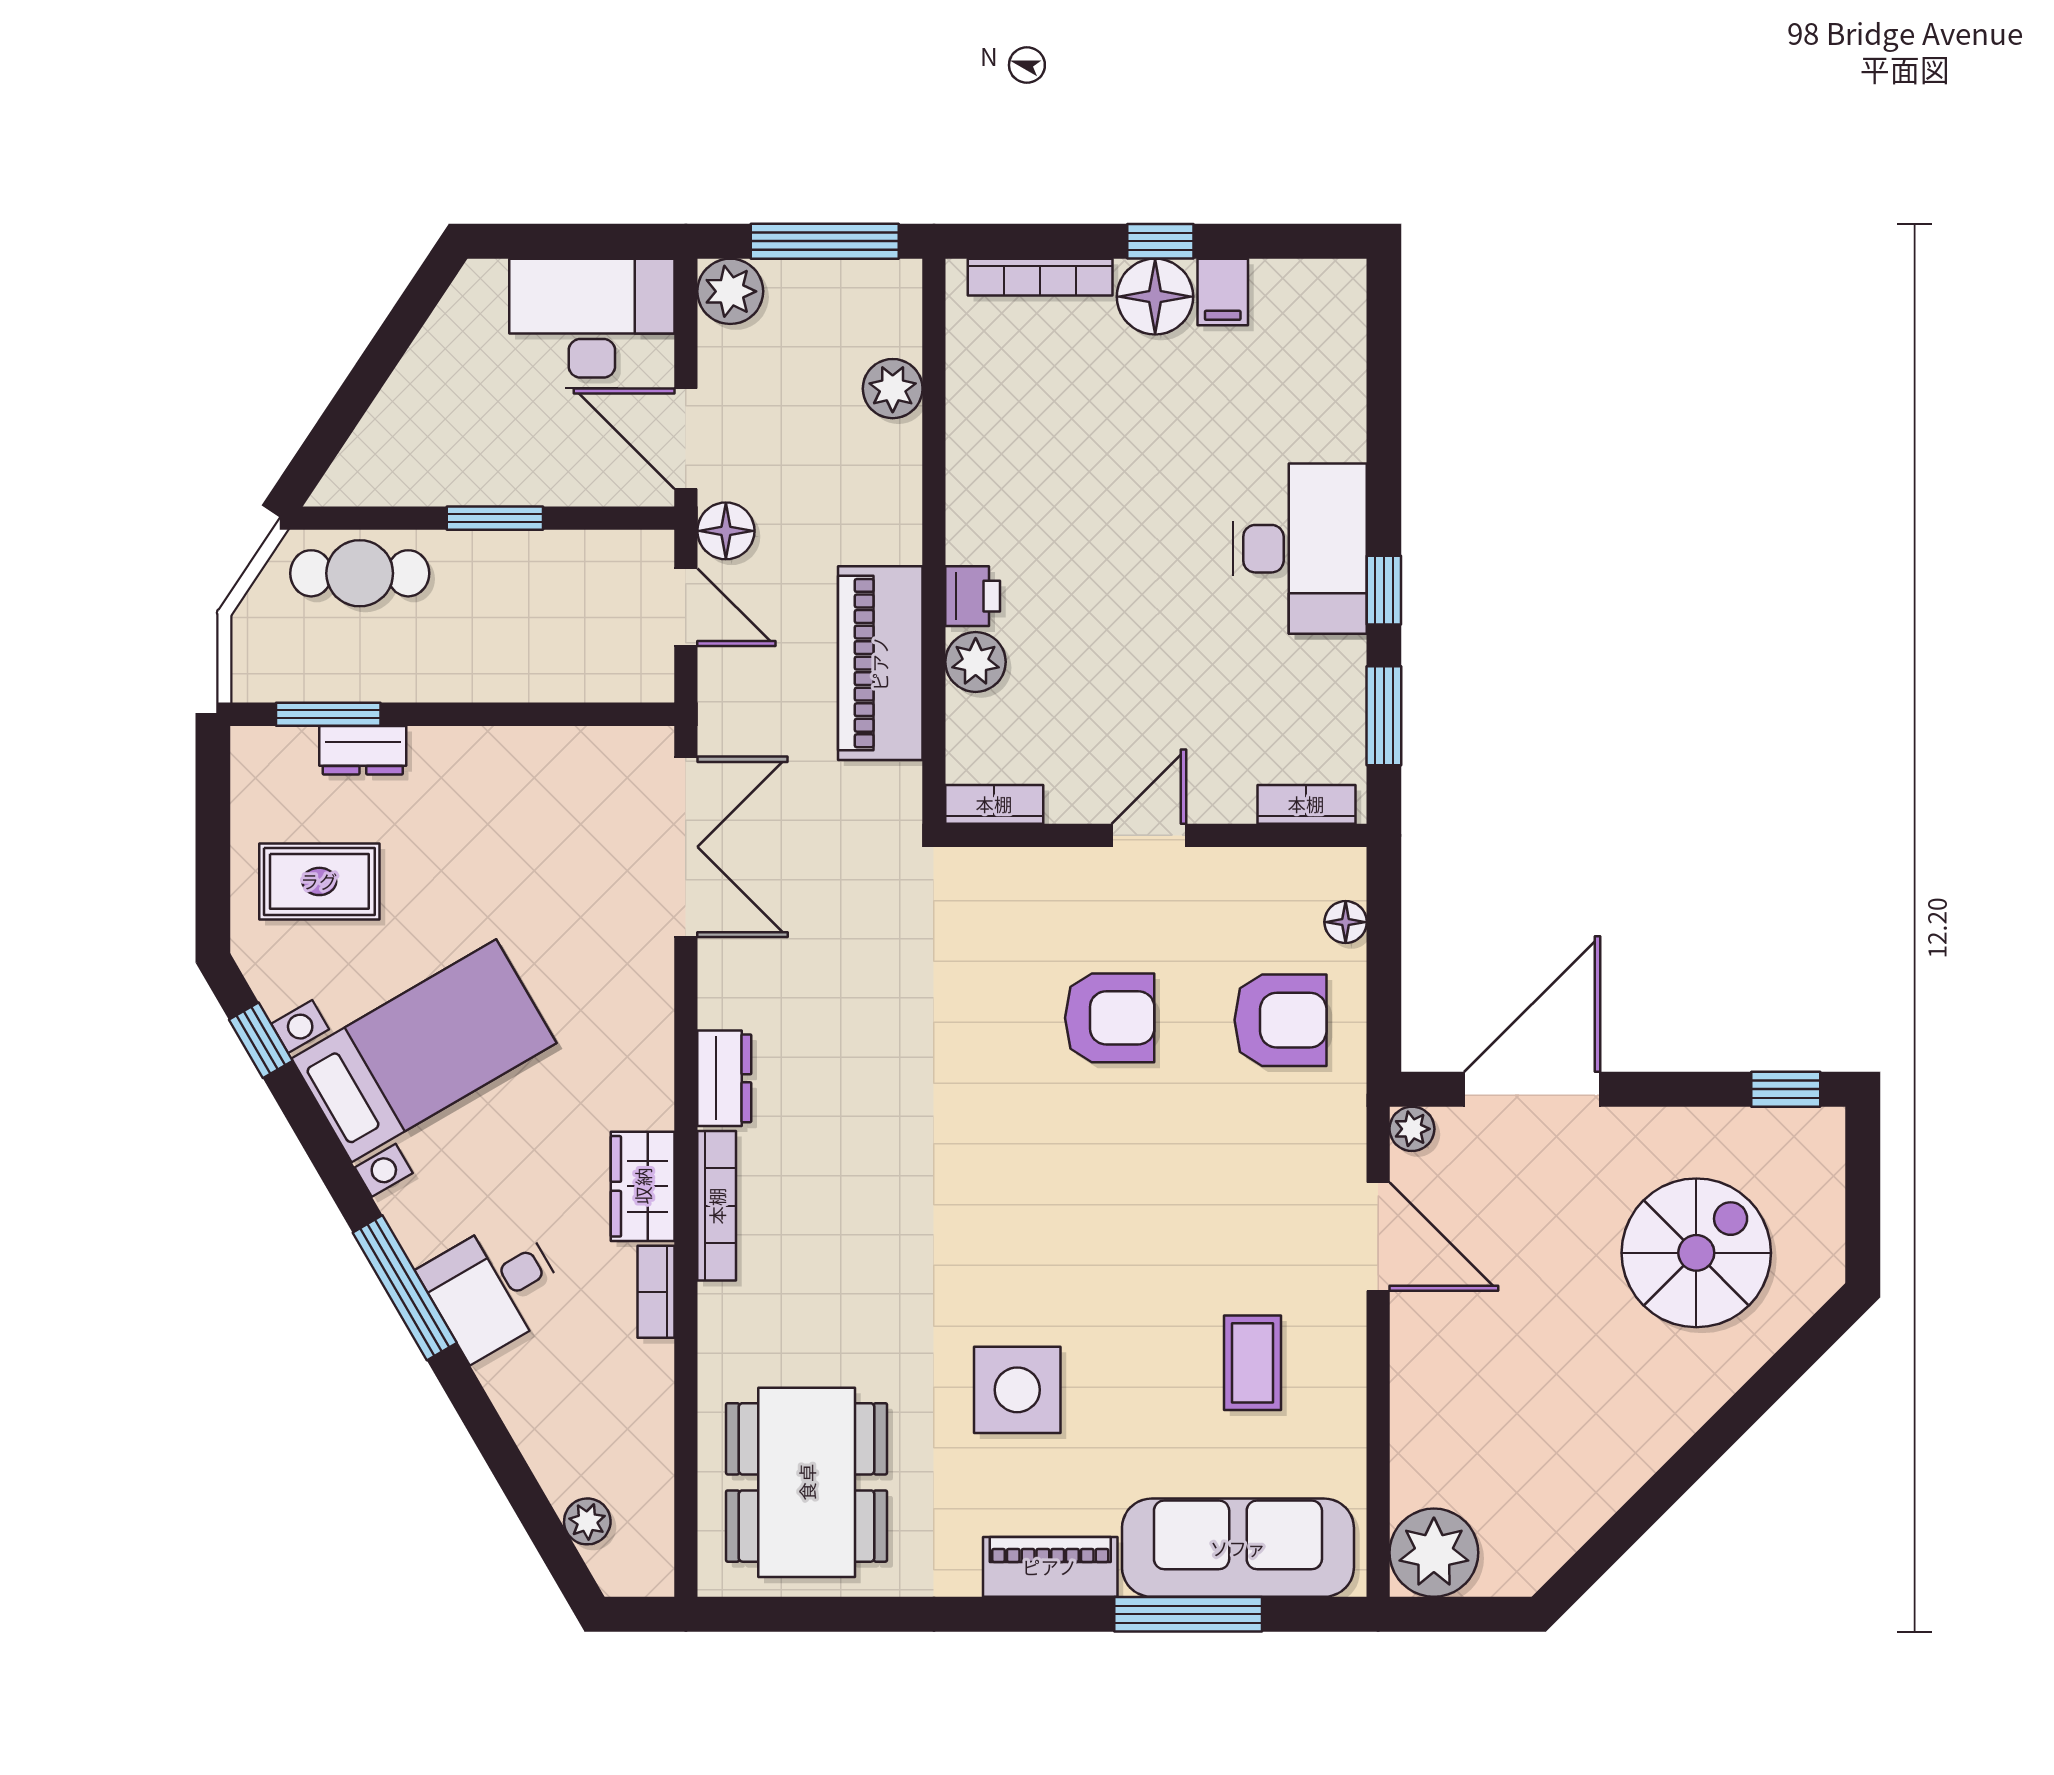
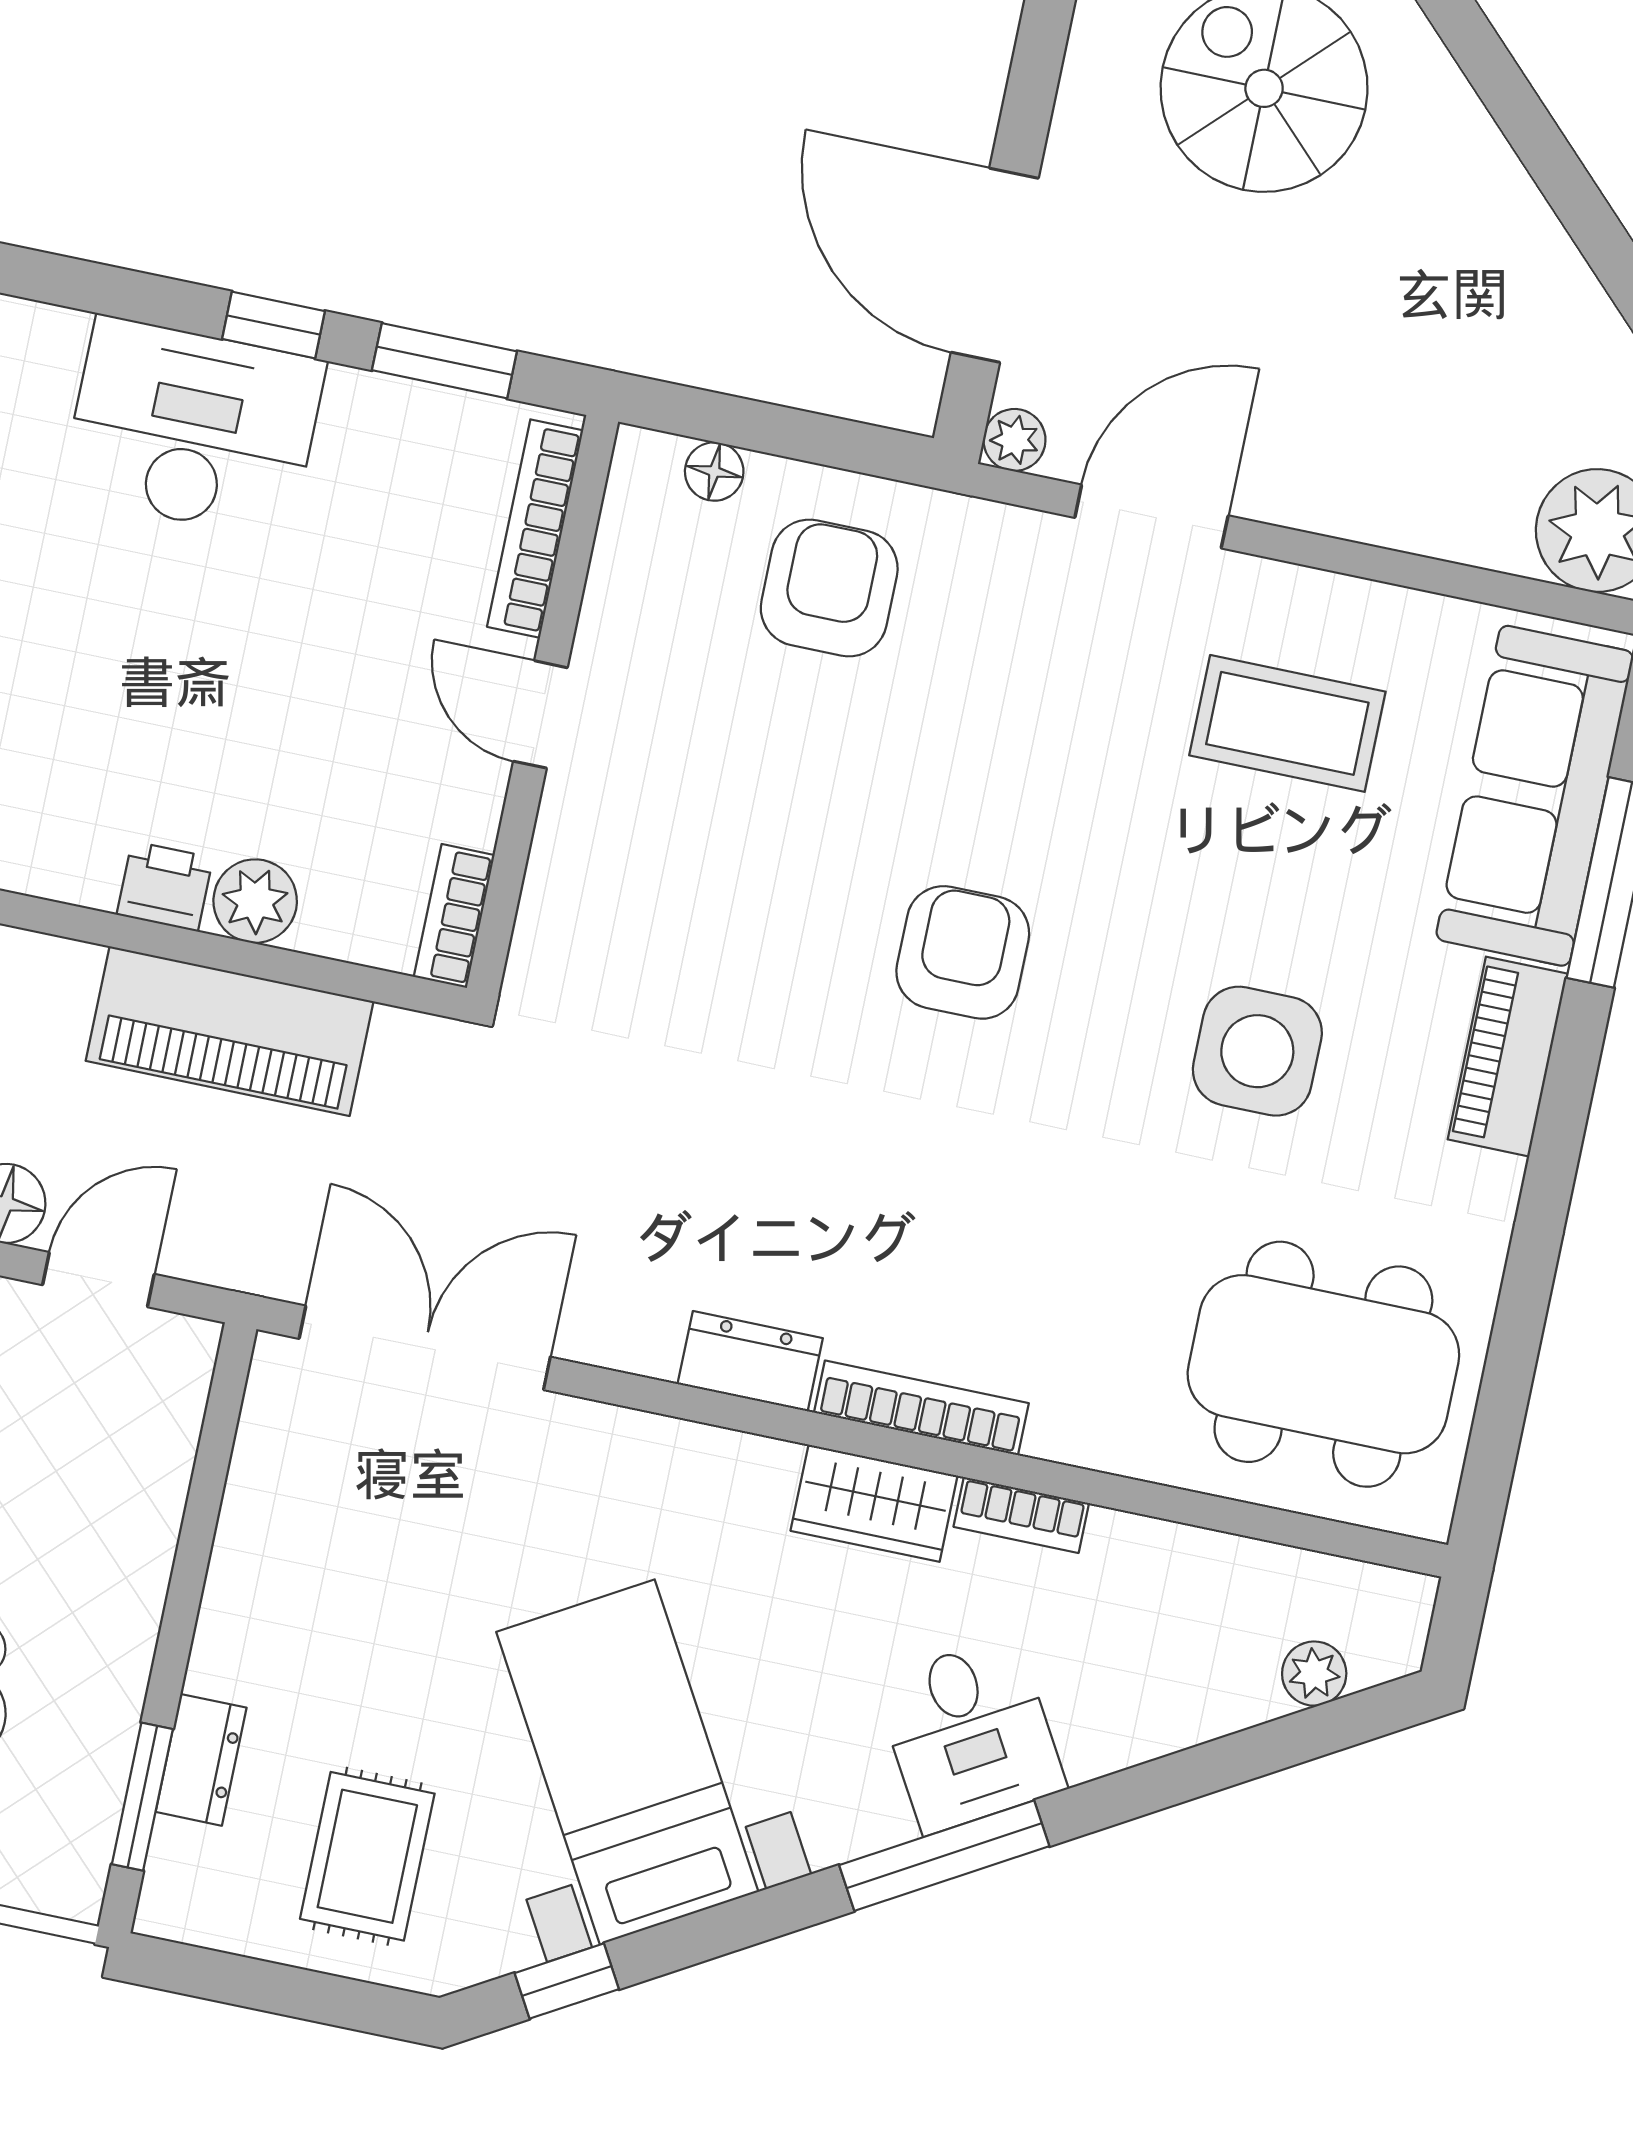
bookcase: (1306, 804) -> (535, 529), width x1.56
armchair: (1110, 1018) -> (963, 952), moved
coffee table: (1252, 1363) -> (1287, 723), width x1.36, depth x1.30

